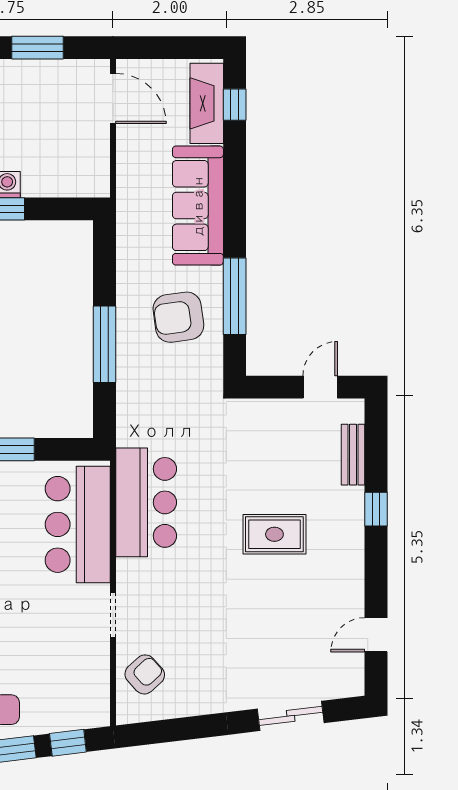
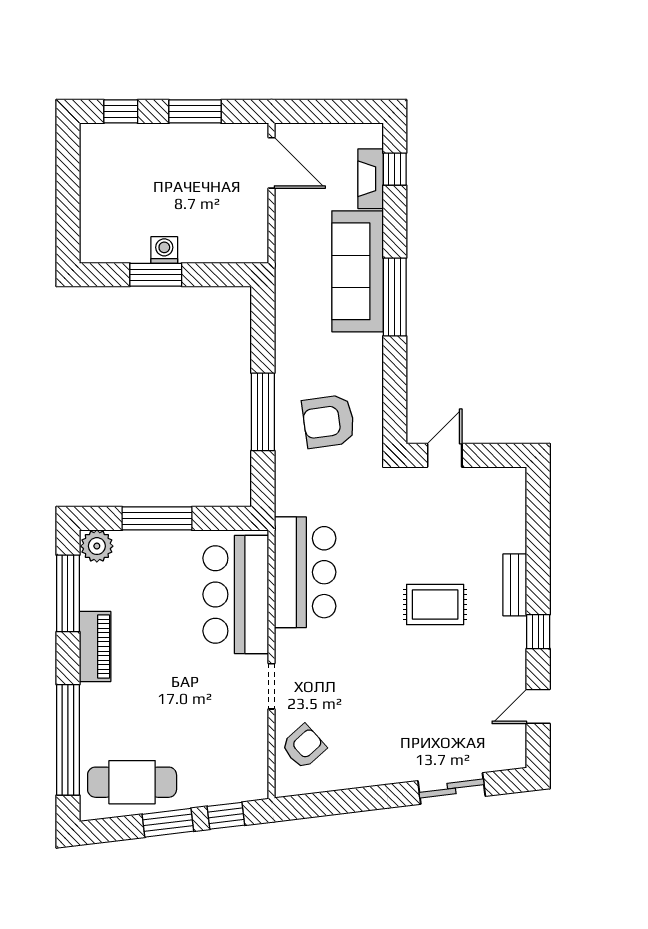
fireplace: (207, 103) -> (371, 179), width x0.73, depth x0.76
window: (235, 296) -> (395, 297), moved
armchair: (178, 317) -> (329, 421), moved
door: (320, 387) -> (445, 455), moved
bench: (353, 455) -> (515, 585), moved
window: (376, 509) -> (538, 632), moved

